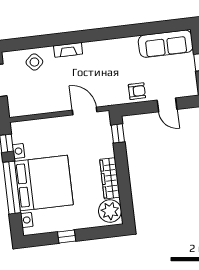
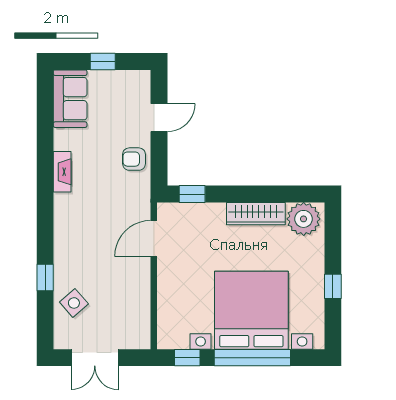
window: (49, 40) -> (45, 278), added
sofa: (166, 44) -> (70, 99), width x0.73
fireplace: (68, 50) -> (62, 172), moved
armchair: (137, 91) -> (134, 159), turned -90

